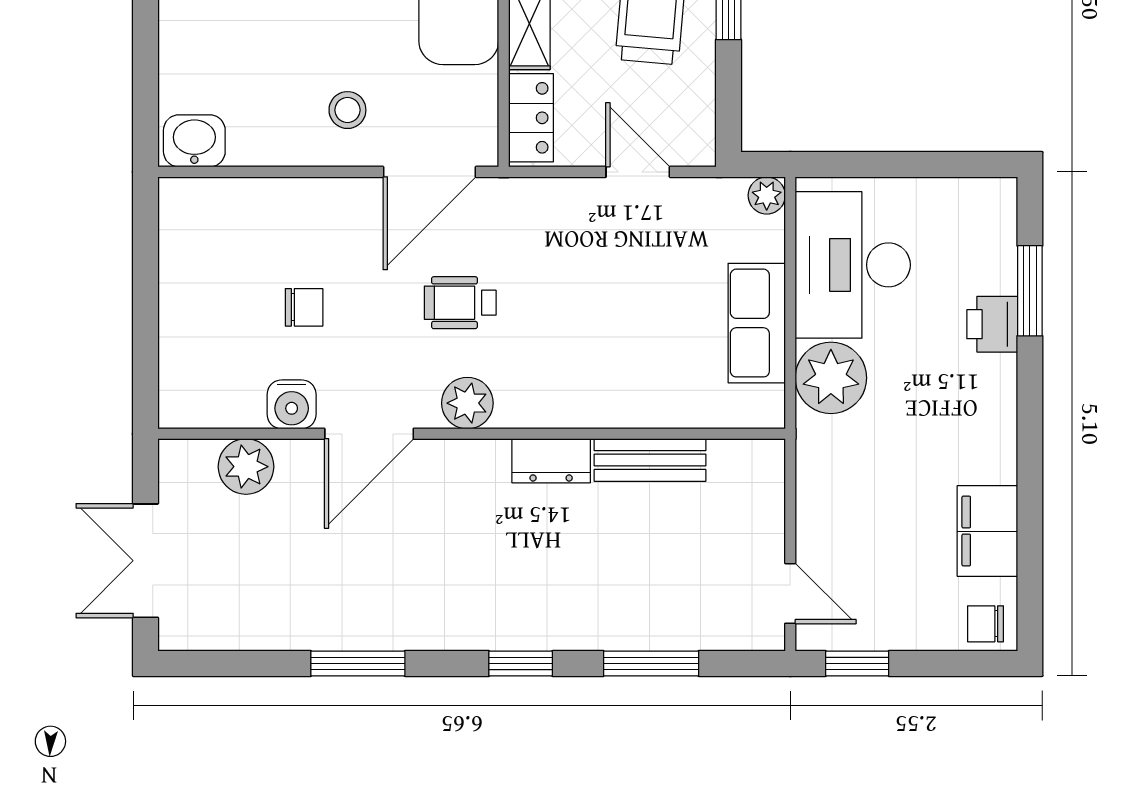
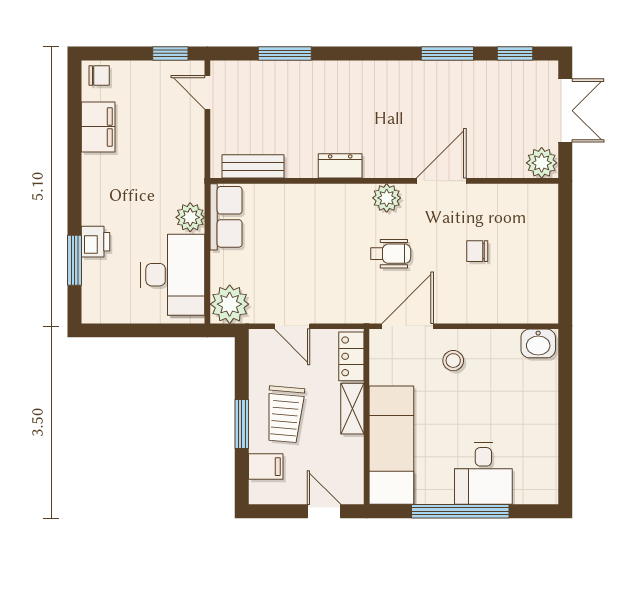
plant: (767, 195) -> (230, 304), width x1.88, depth x1.88
row of seats: (757, 323) -> (226, 217), moved
plant: (831, 378) -> (190, 217), width x0.73, depth x0.73
water cooler: (292, 404) -> (484, 197), removed
bench: (650, 460) -> (253, 166), moved
plant: (246, 467) -> (542, 163), moved
window: (521, 664) -> (515, 53), moved

